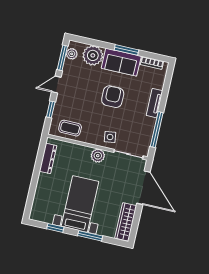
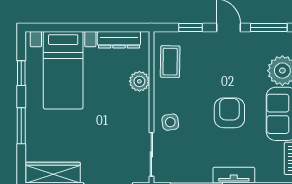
plant: (72, 54) -> (278, 40), removed
armchair: (113, 97) -> (229, 113), turned -90
plant: (98, 156) -> (139, 81), moved
bed with nightstands: (80, 204) -> (63, 70), moved, turned 90

